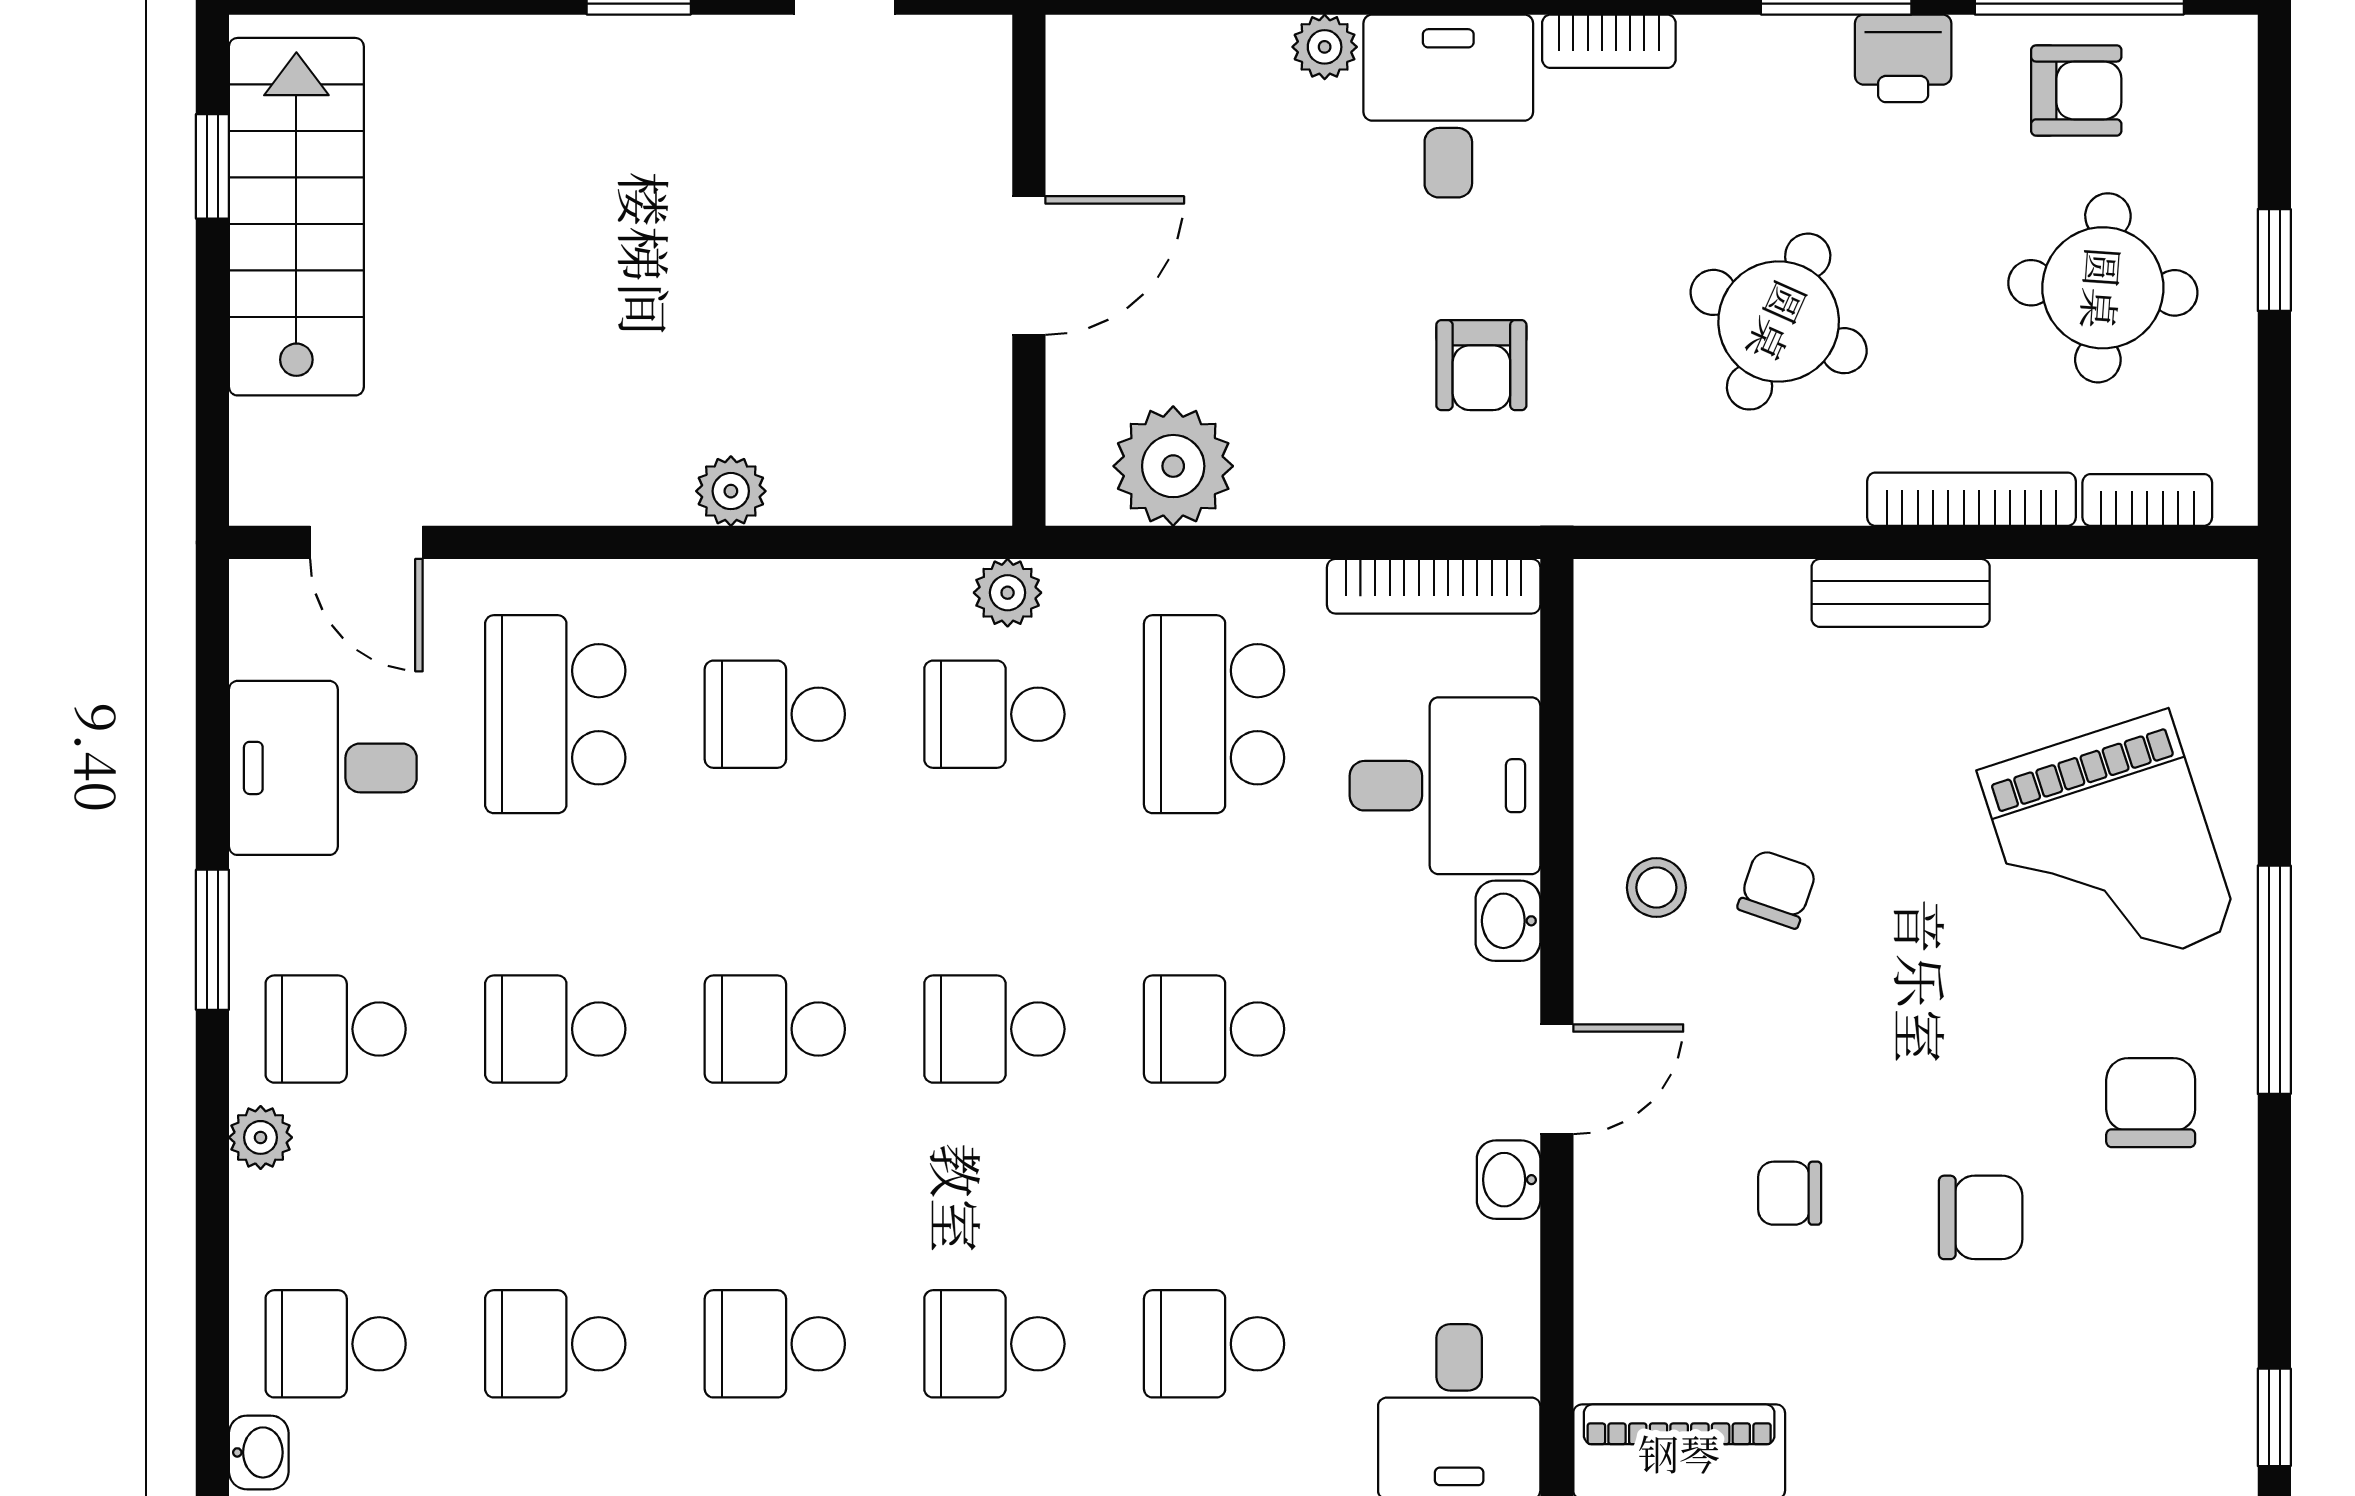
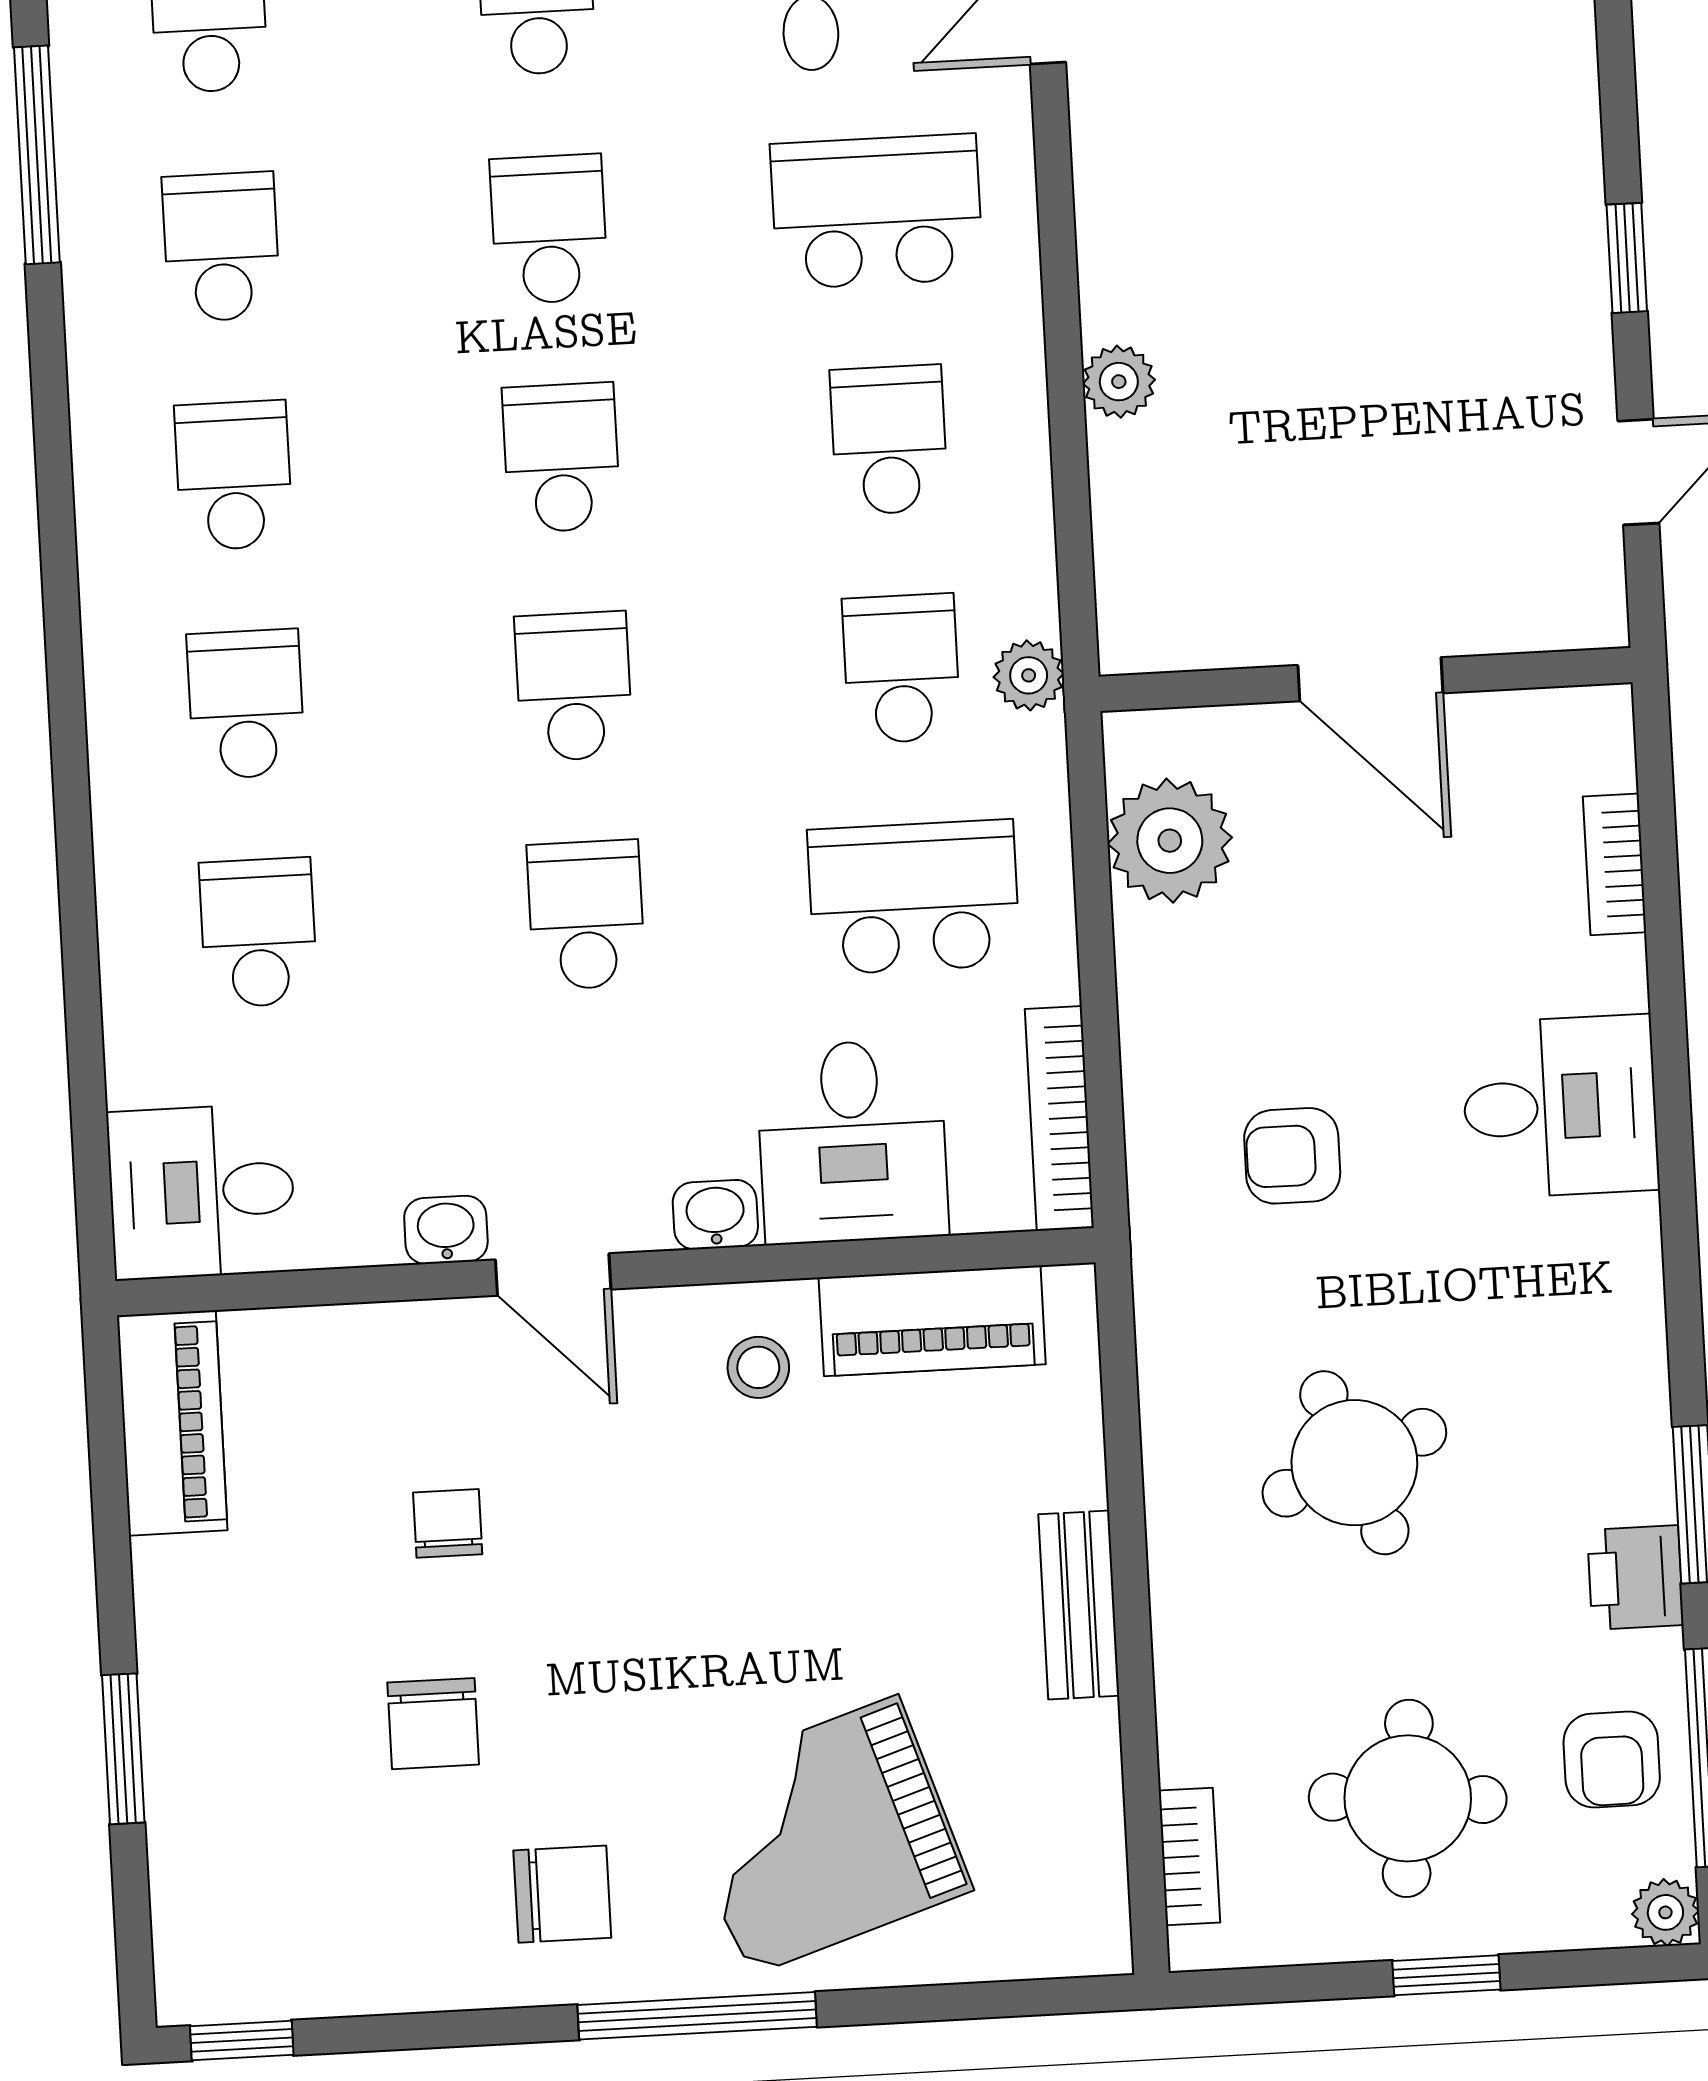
bookcase: (1609, 41) -> (1615, 864), moved
plant: (1325, 47) -> (1665, 1912), moved
round table: (1779, 322) -> (1354, 1463), turned 45
bookcase: (1971, 499) -> (1180, 1673), removed
piano: (1621, 719) -> (932, 1321), added
chair: (1777, 889) -> (764, 1493), removed

